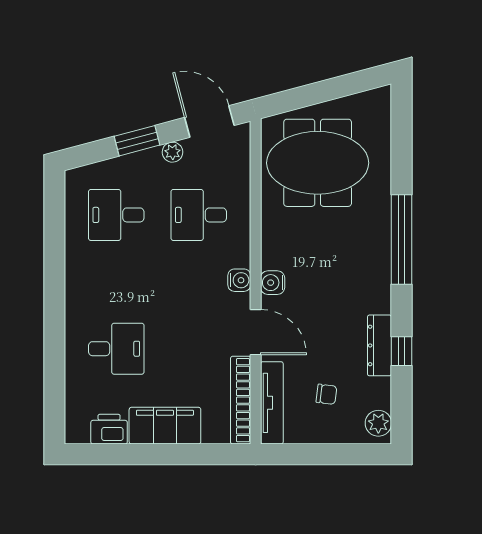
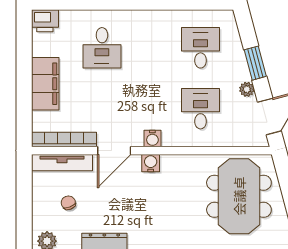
chair: (326, 394) -> (68, 203), turned 151
printer: (109, 429) -> (45, 21), moved, turned 90

